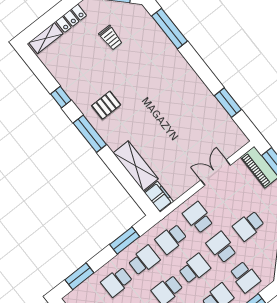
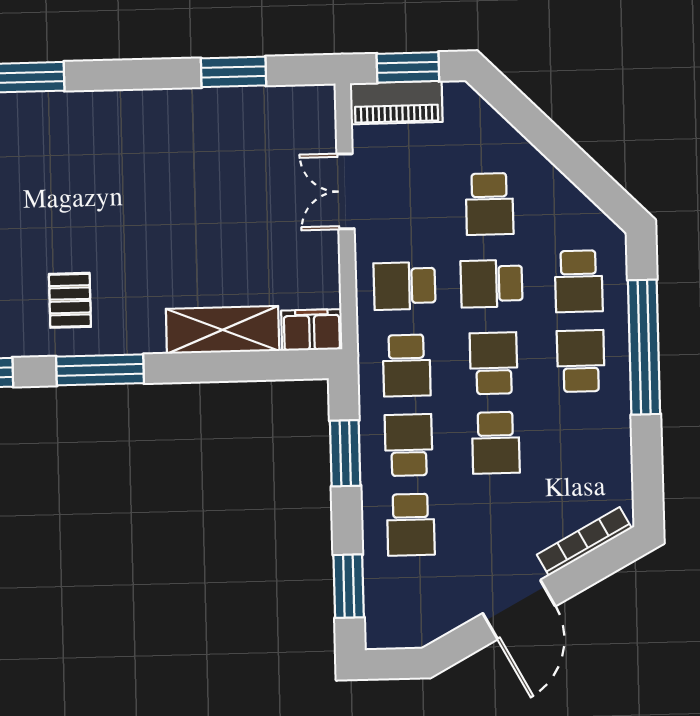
school desk: (245, 277) -> (579, 281), turned 90

